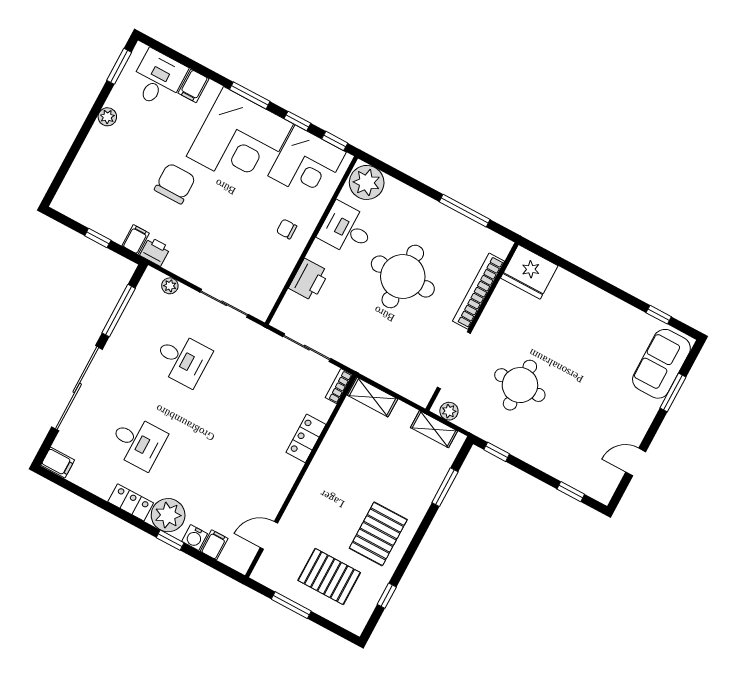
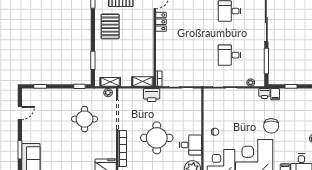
printer: (309, 280) -> (152, 95), moved, turned -90
locker: (306, 438) -> (161, 22), moved

